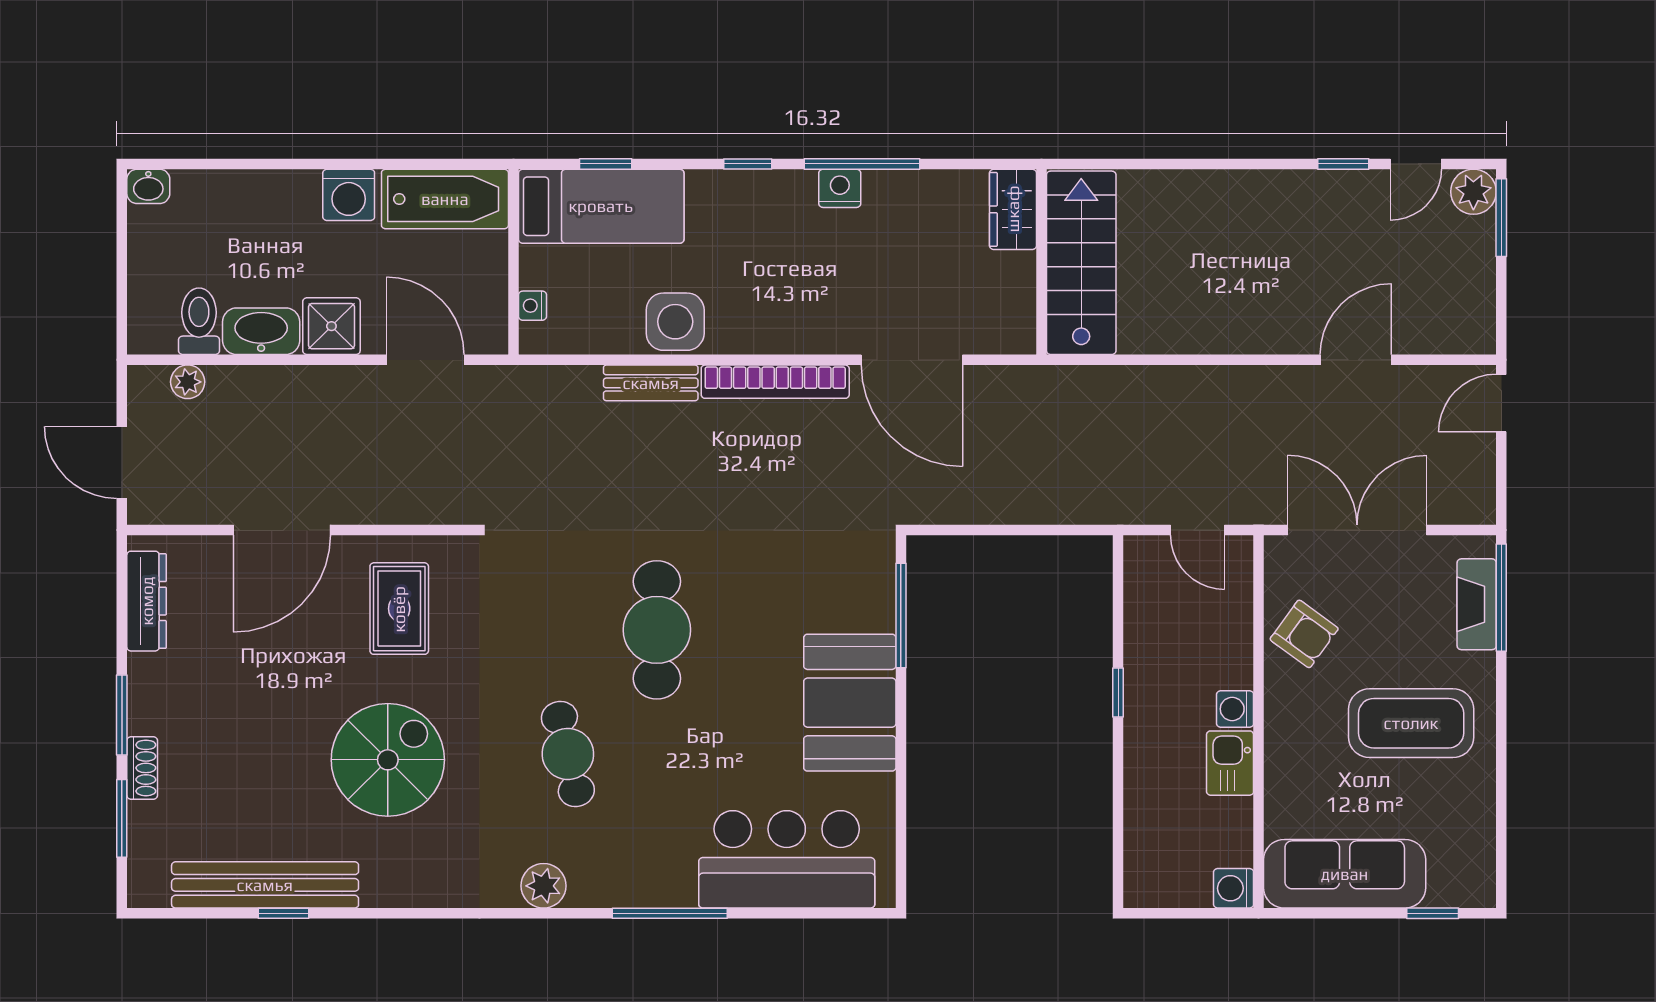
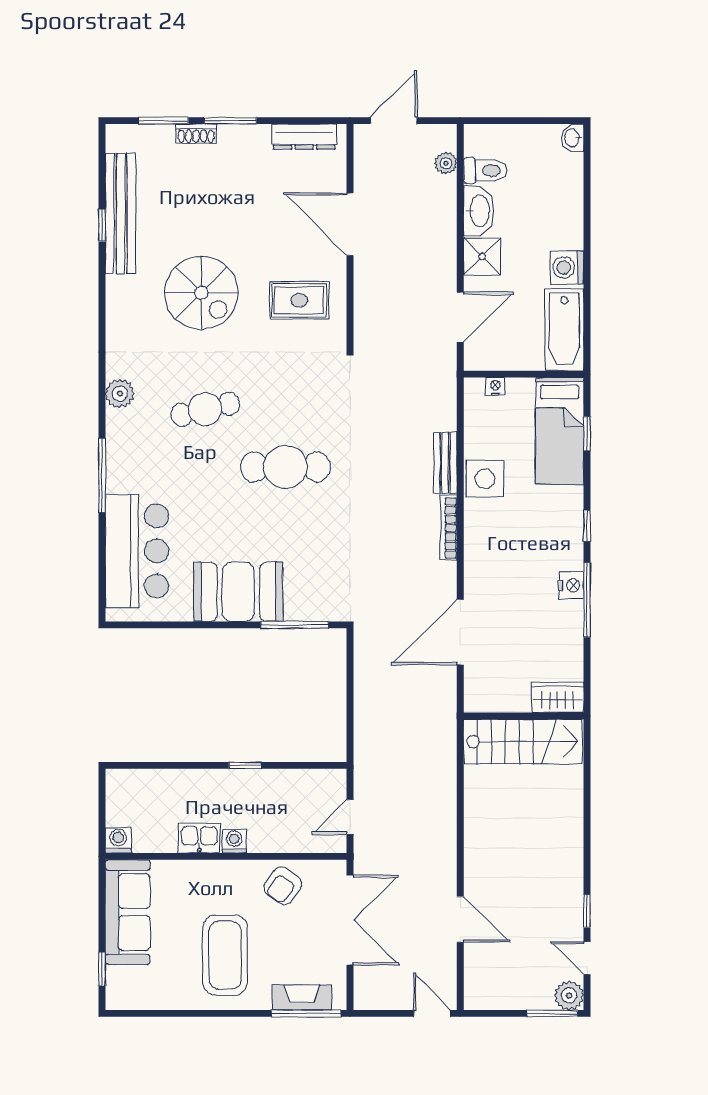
bookcase: (775, 382) -> (449, 528), width x0.68, depth x0.76

